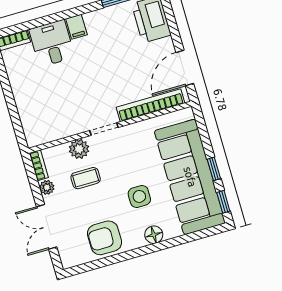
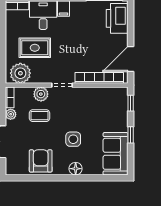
rug: (53, 90) -> (35, 48), added
plant: (44, 129) -> (20, 73), added
sofa: (190, 177) -> (116, 154), width x0.54, depth x0.79
window: (223, 202) -> (131, 103), moved
armchair: (104, 238) -> (41, 161), turned 90

